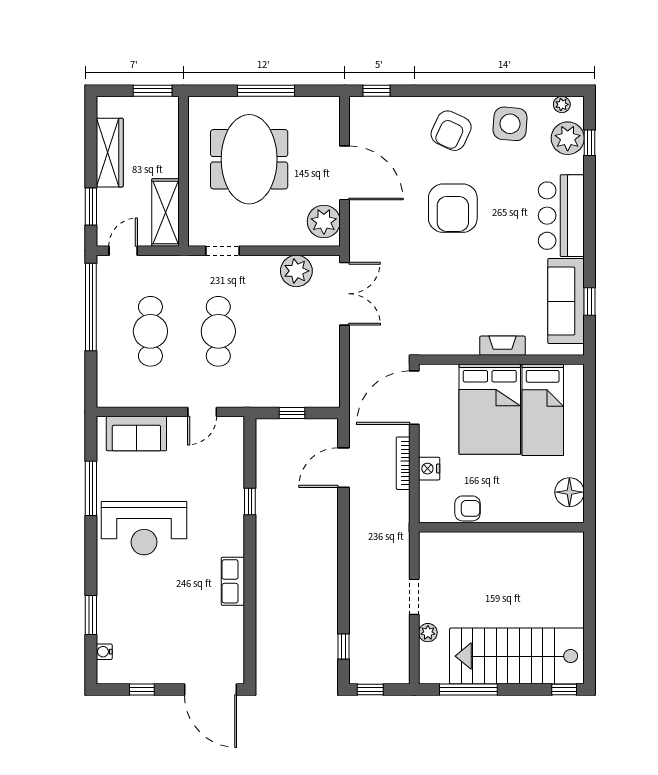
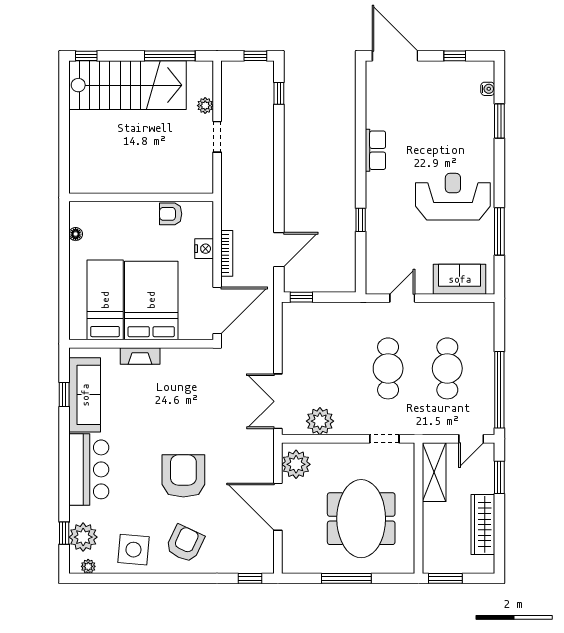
window: (292, 413) -> (301, 297), moved
floor lamp: (569, 492) -> (76, 234), width x0.53, depth x0.53

